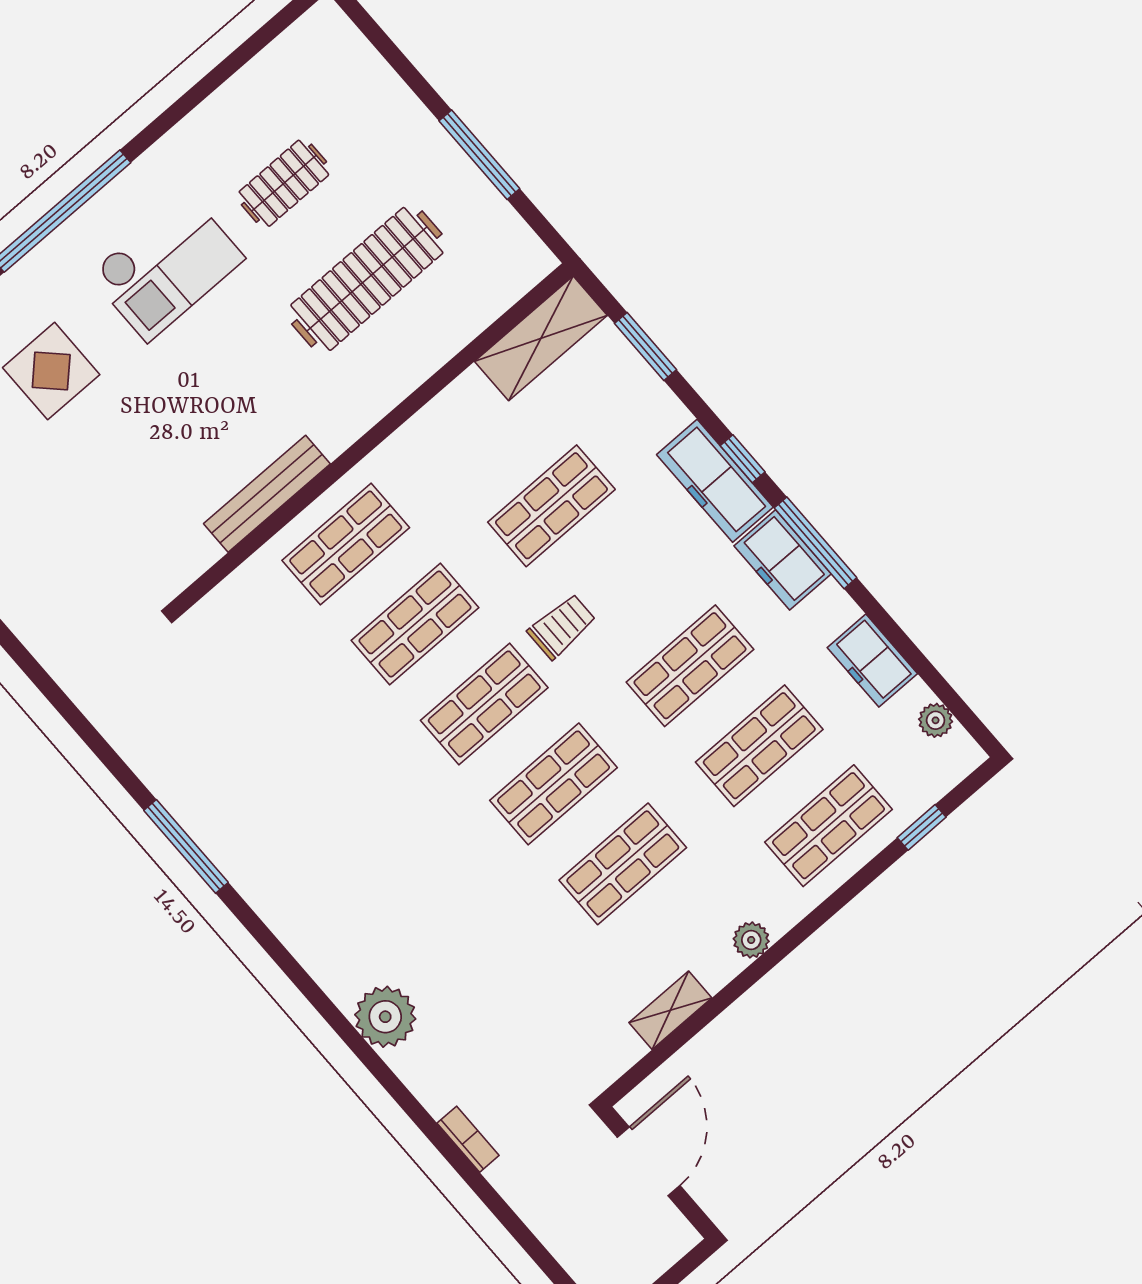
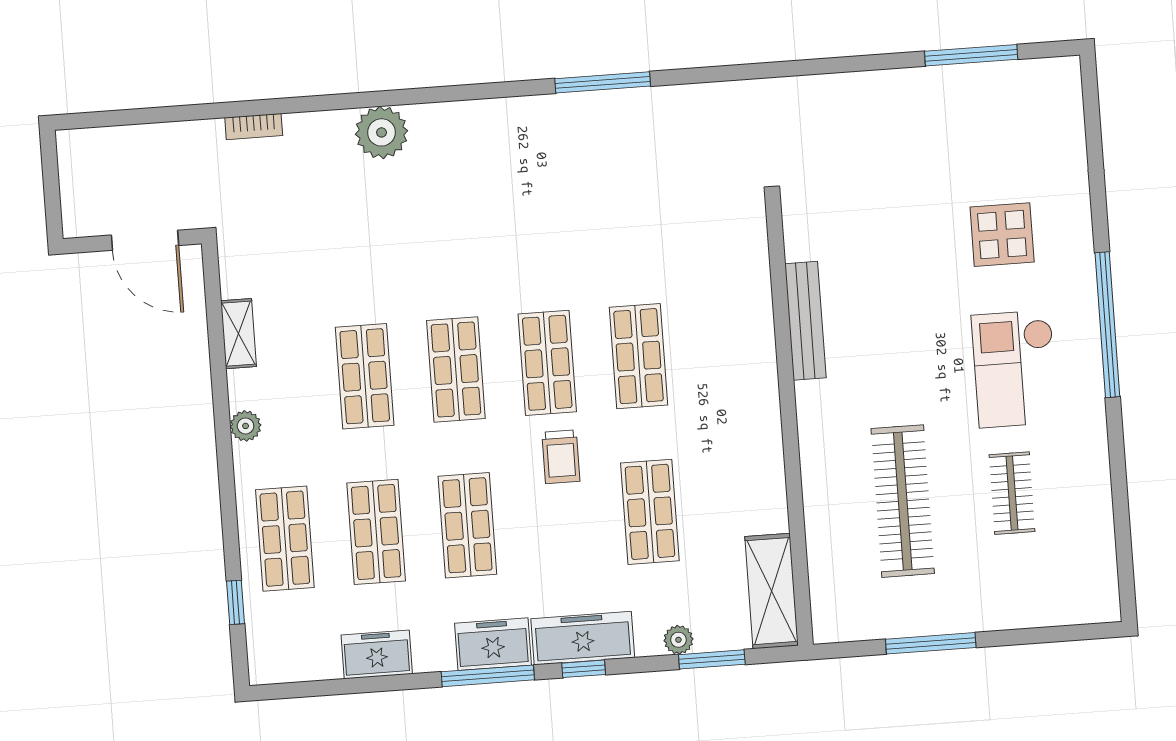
shop shelf: (346, 544) -> (730, 349), removed
plant: (936, 720) -> (678, 640), moved

